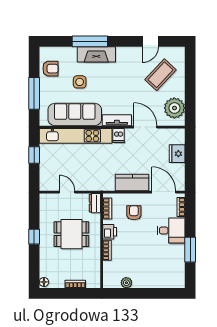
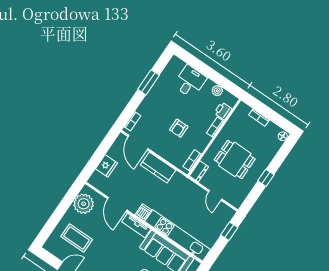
coffee table: (161, 75) -> (77, 238), turned 47
window: (34, 155) -> (229, 231), moved
armchair: (134, 213) -> (179, 128), moved
desk: (171, 231) -> (190, 82), moved, turned 90
printer: (110, 232) -> (223, 111), moved

